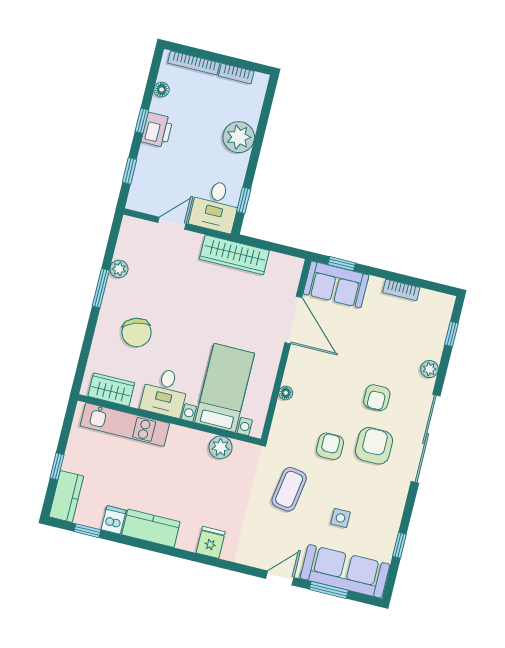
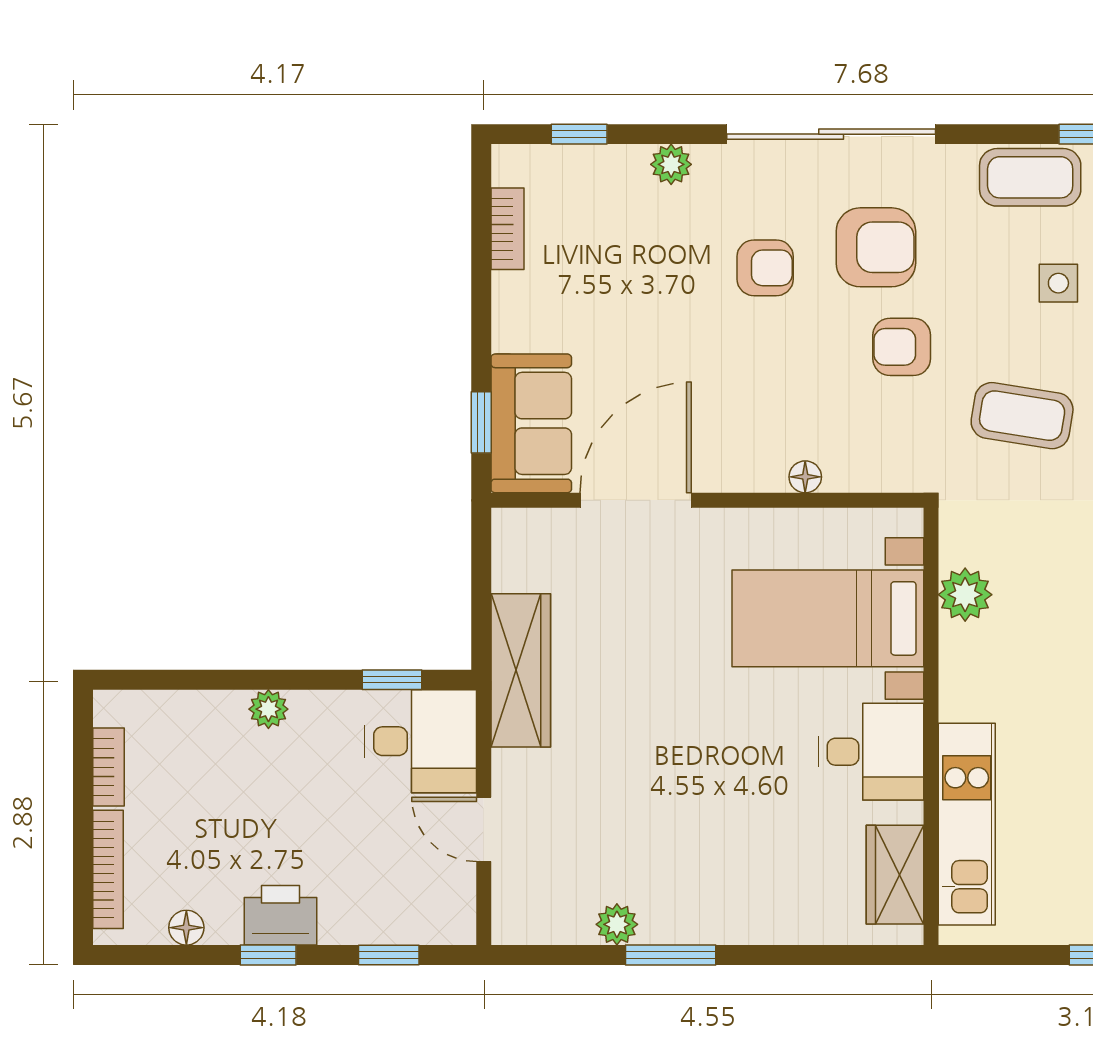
plant: (239, 137) -> (268, 709), width x0.53, depth x0.53
bookcase: (401, 290) -> (507, 229), moved
chair: (137, 332) -> (751, 849), removed
armchair: (374, 446) -> (876, 247), turned 180
coffee table: (387, 517) -> (1030, 177), added

